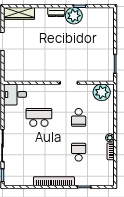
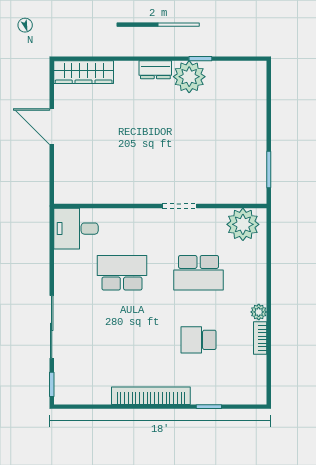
school desk: (79, 117) -> (199, 273), width x1.85
school desk: (79, 152) -> (199, 340), turned -90

